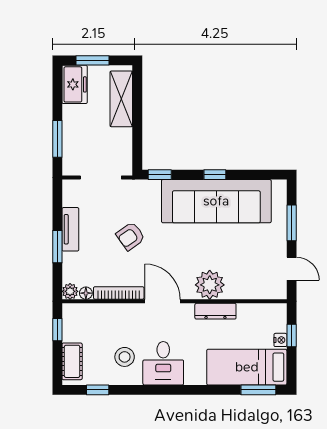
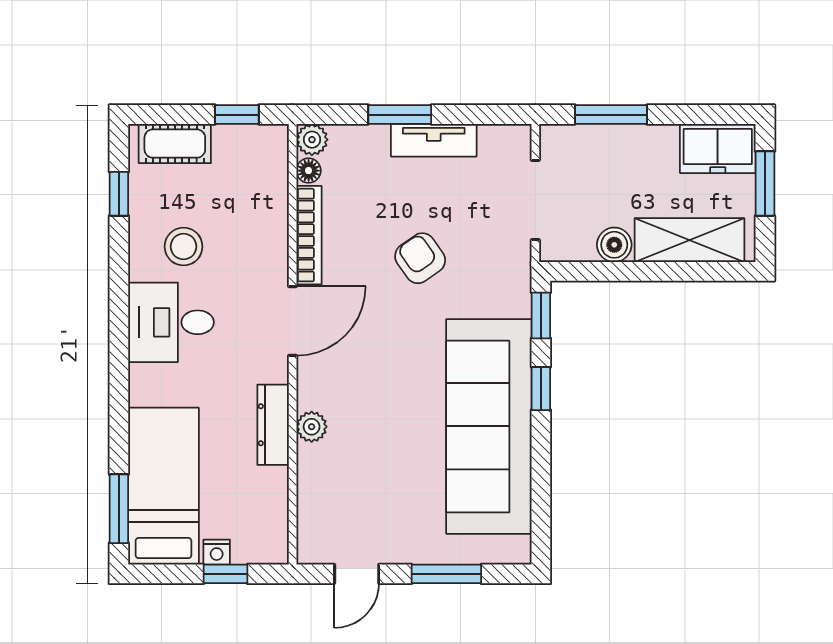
boiler: (124, 137) -> (614, 245), added
window: (215, 175) -> (541, 389), moved
plant: (210, 285) -> (312, 427), width x0.53, depth x0.53

